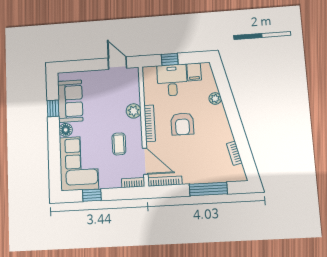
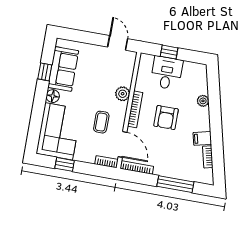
filing cabinet: (194, 72) -> (202, 138), moved, turned 76

